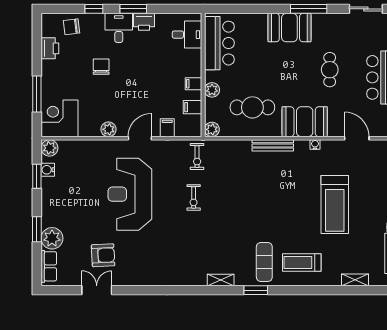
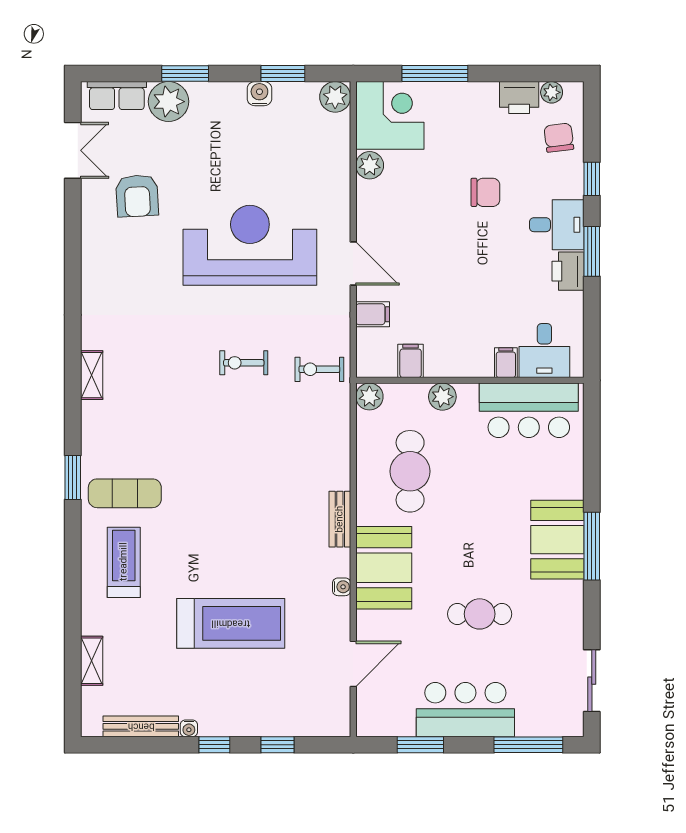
window: (309, 9) -> (592, 546), moved
plant: (47, 31) -> (552, 92), added
filing cabinet: (194, 84) -> (506, 363), moved
plant: (109, 129) -> (370, 165), moved
bench: (273, 145) -> (340, 519), width x0.73
water cooler: (48, 170) -> (259, 94), moved
treadmill: (335, 205) -> (231, 623), turned 180
shelving: (221, 280) -> (92, 375), moved
double door: (97, 290) -> (73, 150), moved

